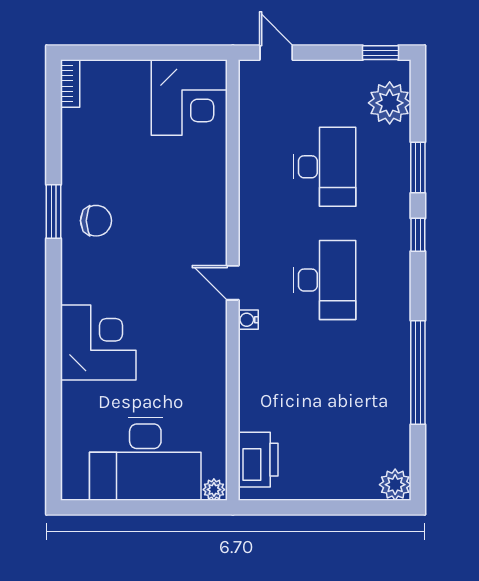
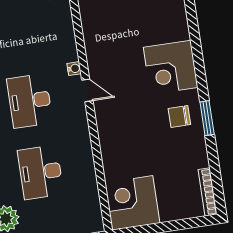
bookcase: (70, 84) -> (208, 192), width x1.56
corner desk: (98, 343) -> (171, 67), moved

